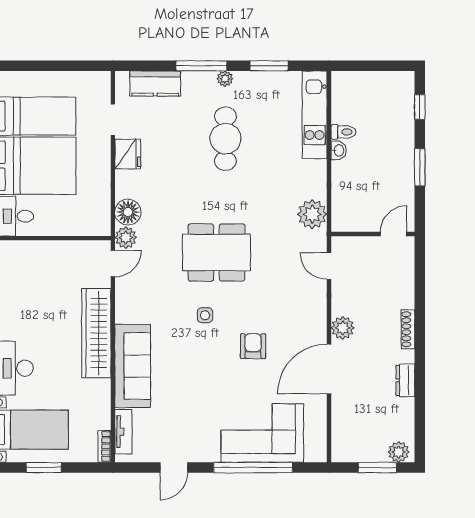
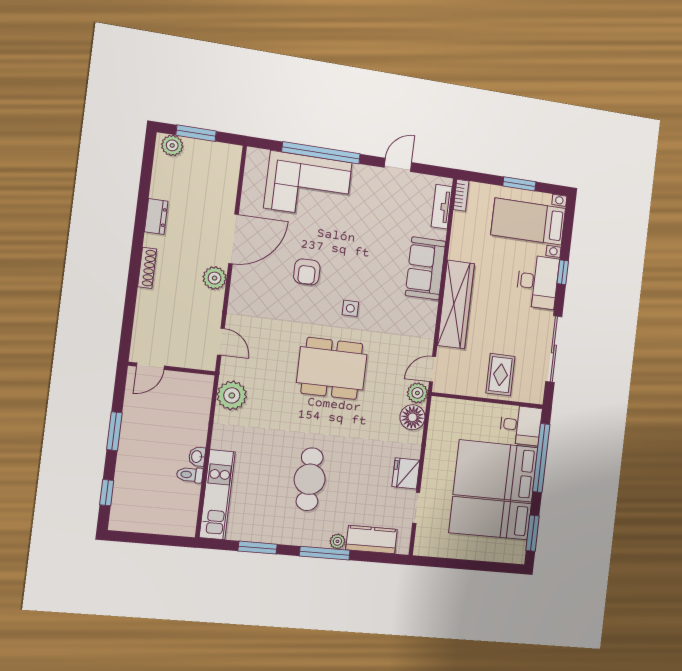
plant: (225, 79) -> (337, 541), moved
rug: (40, 266) -> (500, 375), added
sofa: (133, 366) -> (425, 268), width x0.73

